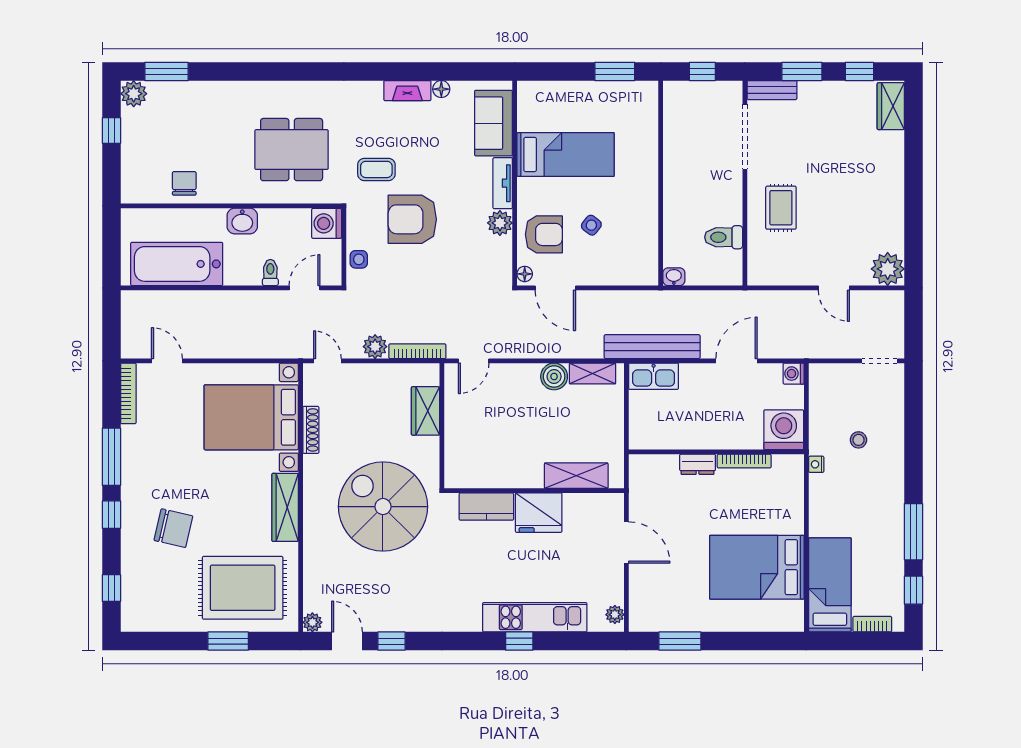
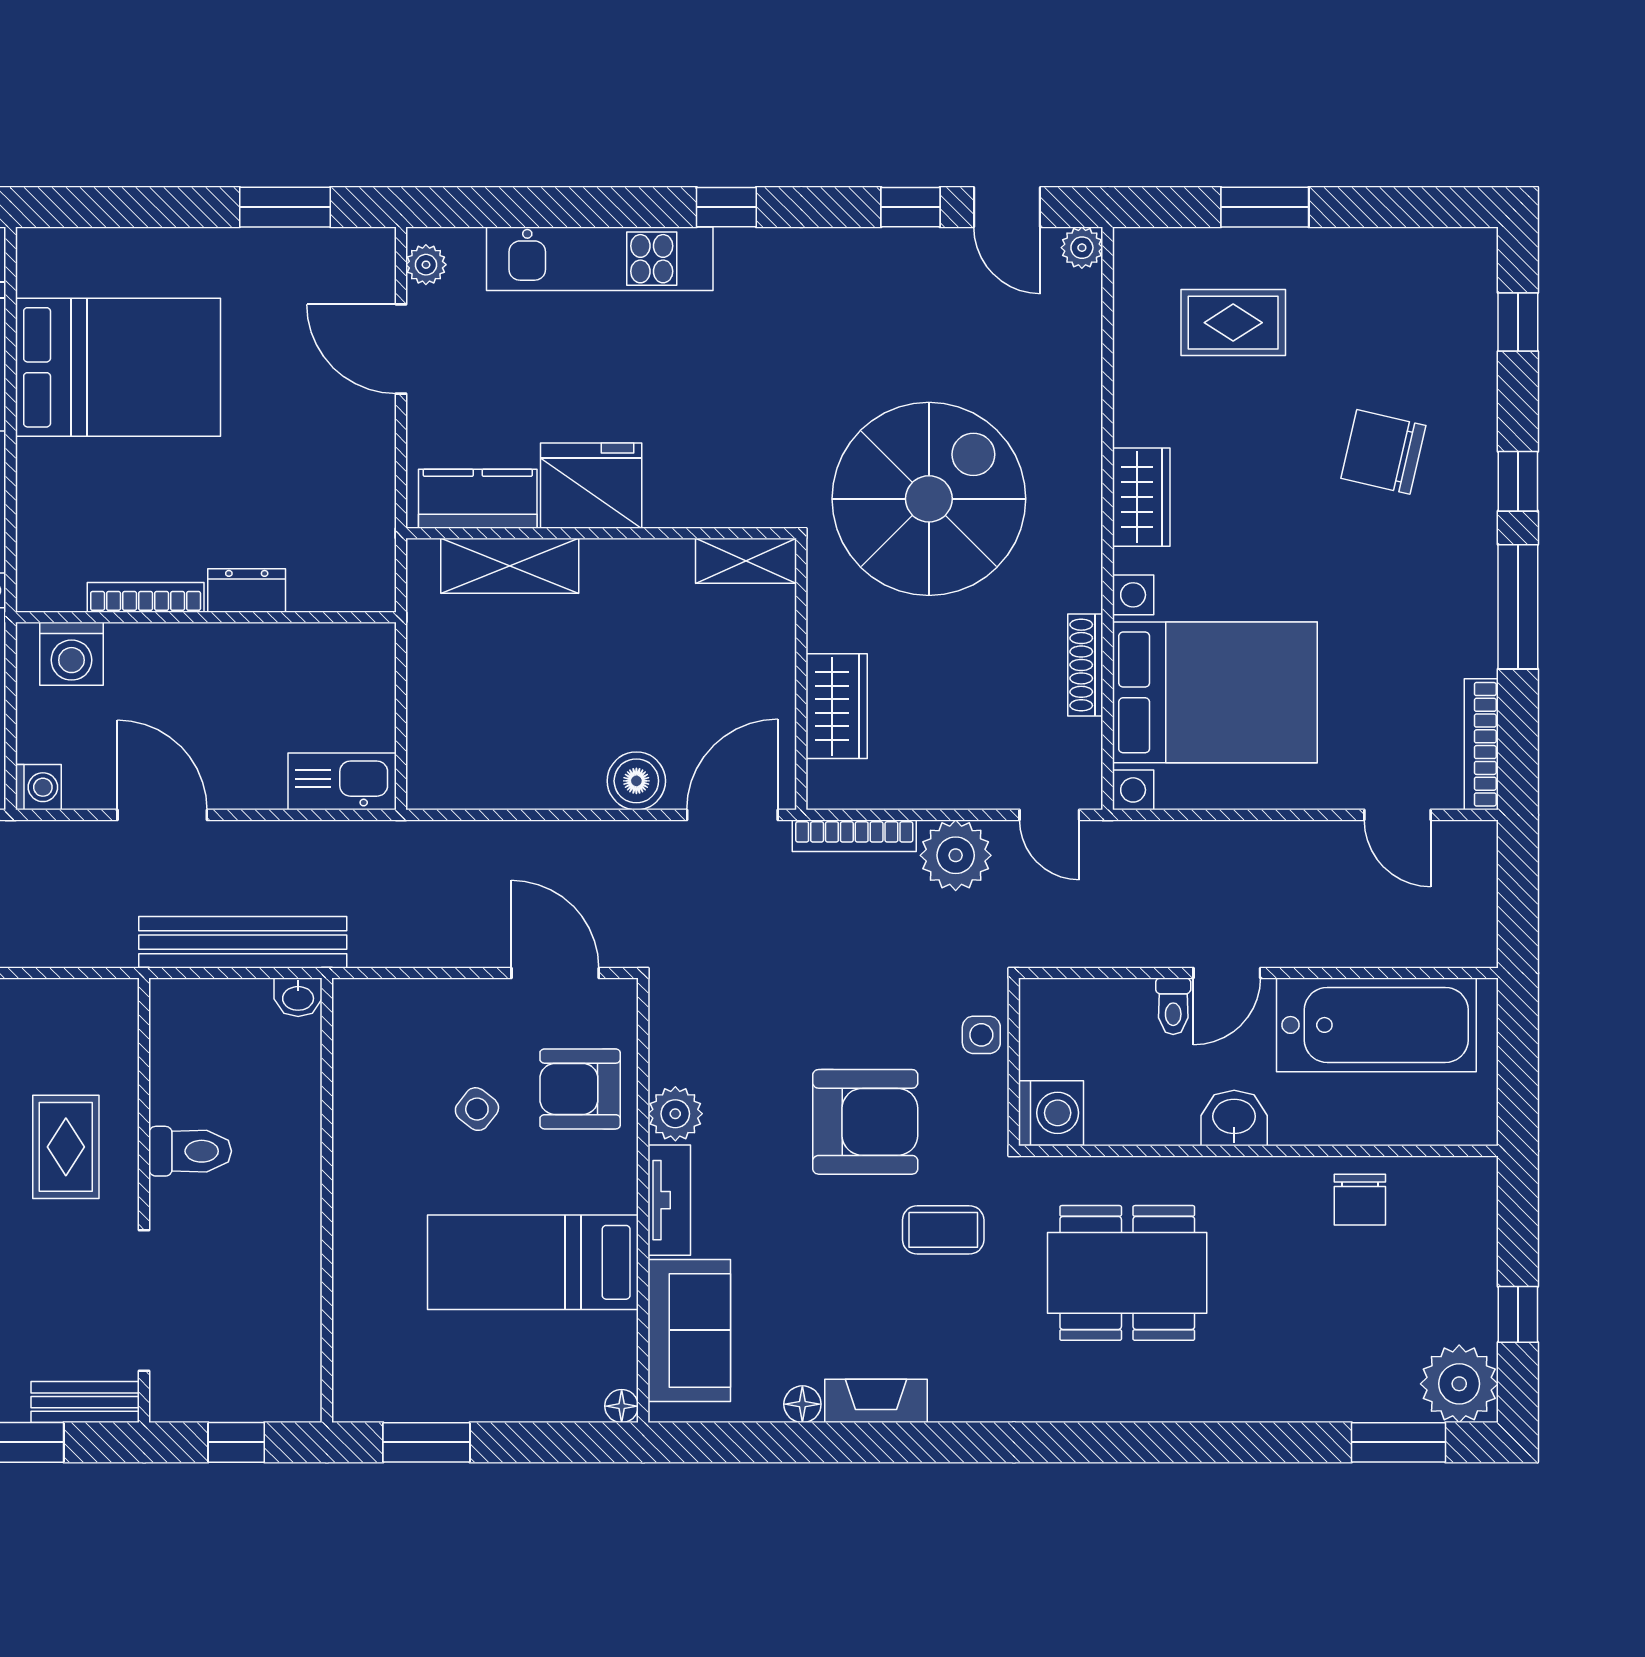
plant: (134, 94) -> (1459, 1384), width x1.36, depth x1.36
toilet: (724, 237) -> (190, 1151), moved
floor lamp: (525, 274) -> (622, 1406), moved
door: (305, 288) -> (1227, 973), moved
plant: (375, 347) -> (956, 855), width x1.36, depth x1.36
bench: (652, 347) -> (243, 942), moved
door: (474, 361) -> (732, 815), width x1.38
door: (736, 361) -> (162, 815), swing flipped
shelving: (593, 374) -> (746, 561), moved
boiler: (554, 376) -> (636, 781), moved
washing machine: (784, 430) -> (71, 654), width x0.73, depth x0.73
wardrobe: (285, 507) -> (1141, 497), width x0.67
spiral stairs: (383, 507) -> (929, 499), turned -90
kitchen counter: (486, 507) -> (478, 499), moved
door: (626, 543) -> (401, 349), moved
rug: (243, 588) -> (1233, 323), width x0.54, depth x0.49
window: (519, 641) -> (726, 207), moved

